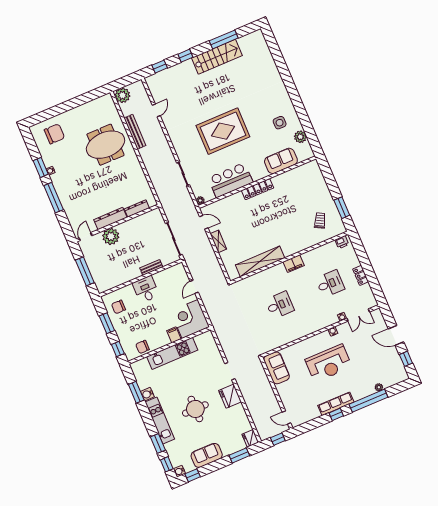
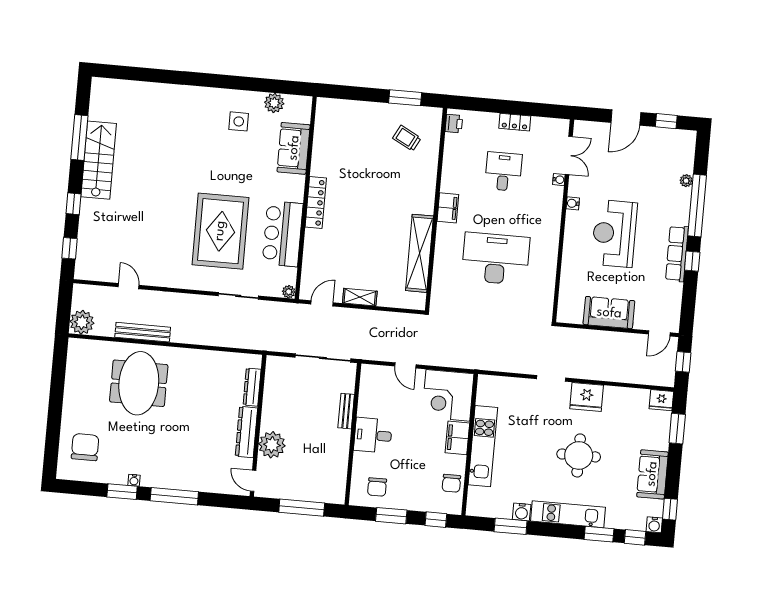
rug: (223, 131) -> (220, 231), moved
desk: (280, 305) -> (496, 259), width x1.87, depth x1.30
filing cabinet: (174, 335) -> (457, 438), width x2.00
reception desk: (328, 363) -> (614, 233), turned 180
sofa: (277, 368) -> (609, 313), moved

